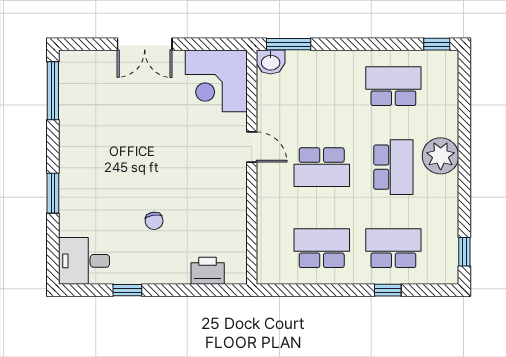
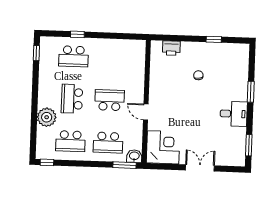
window: (53, 91) -> (249, 145), width x0.69
plant: (441, 156) -> (47, 117), moved
school desk: (322, 248) -> (108, 143), moved
desk: (84, 261) -> (234, 114), moved

